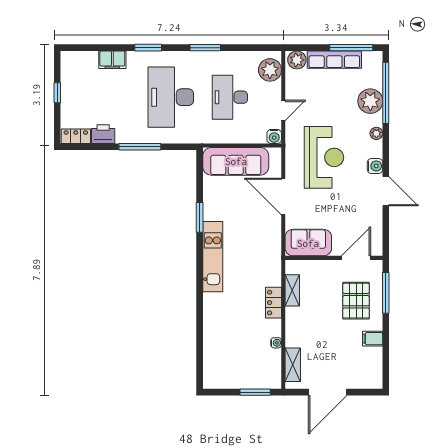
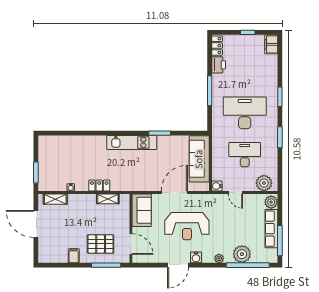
filing cabinet: (112, 60) -> (271, 44), moved
reception desk: (324, 157) -> (187, 226), moved

